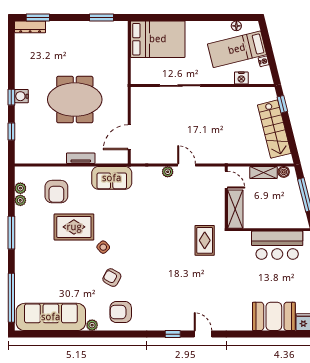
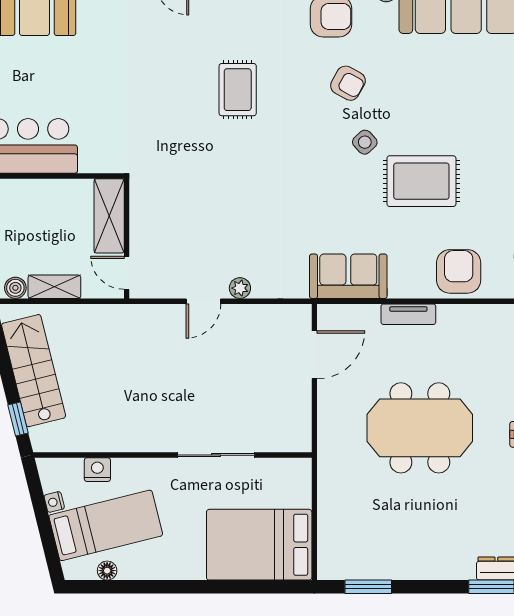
door: (187, 165) -> (203, 301), hinge flipped
armchair: (56, 192) -> (459, 271), moved
rug: (205, 240) -> (238, 90), moved

